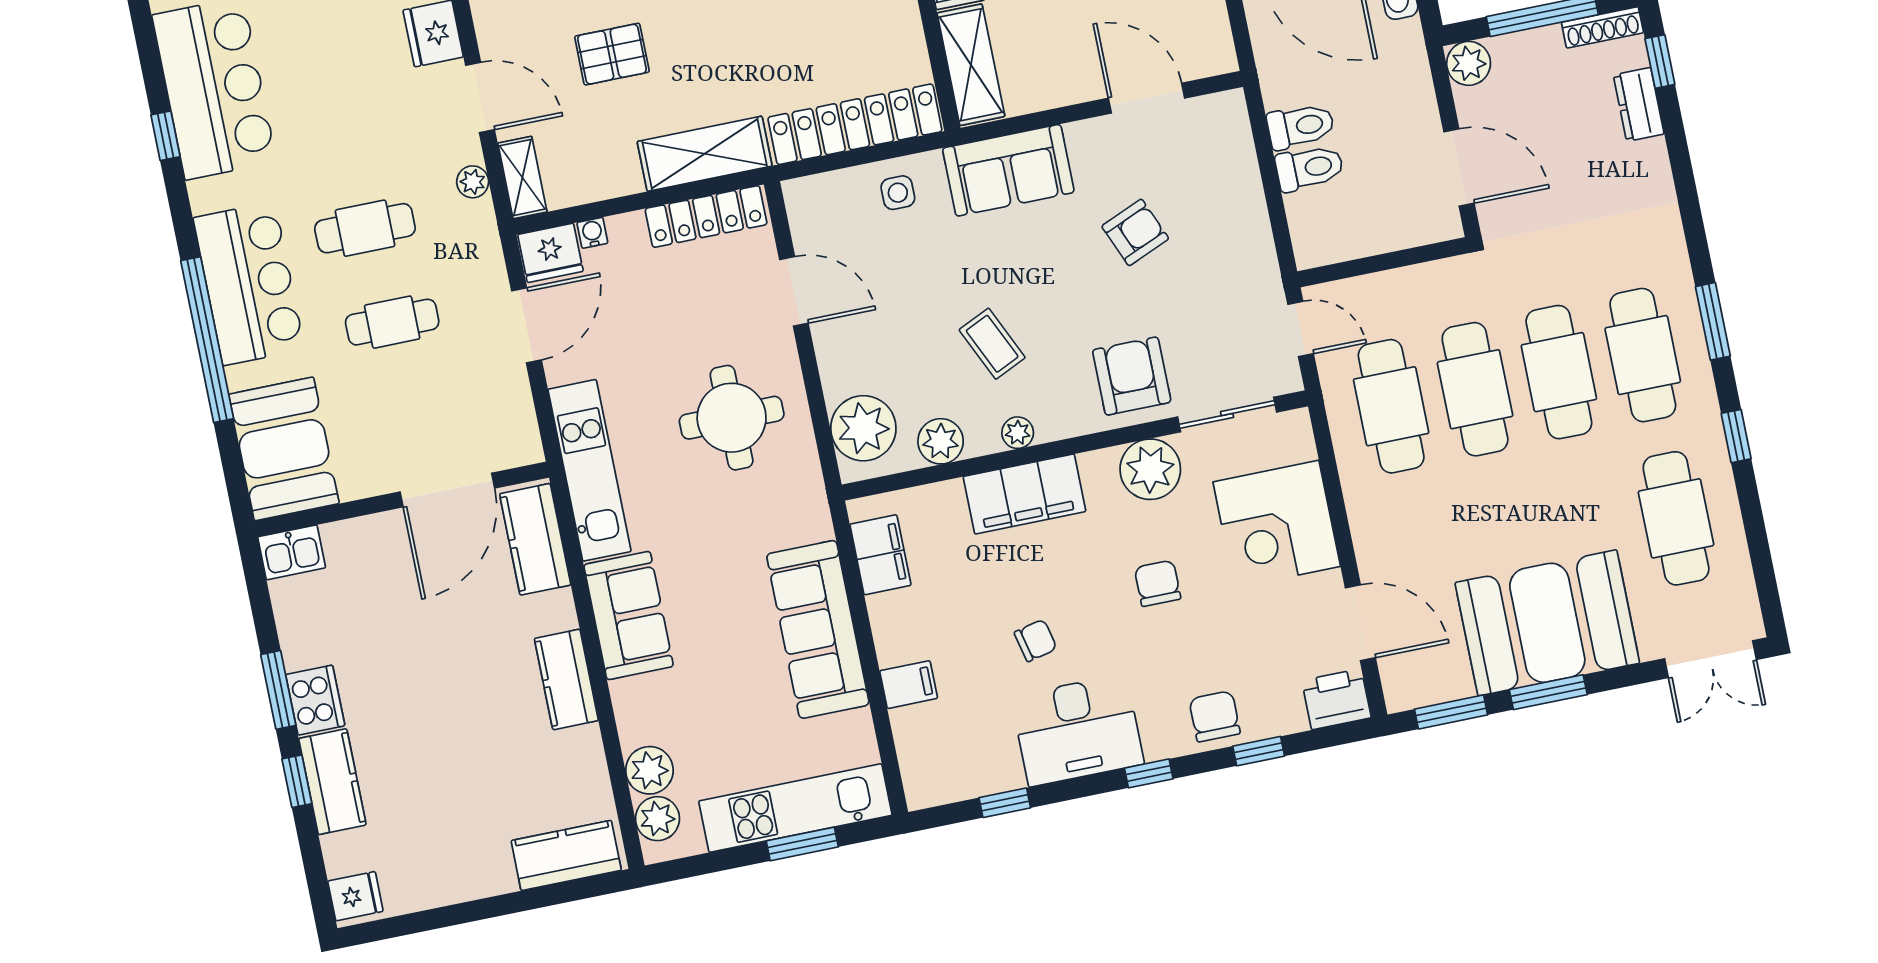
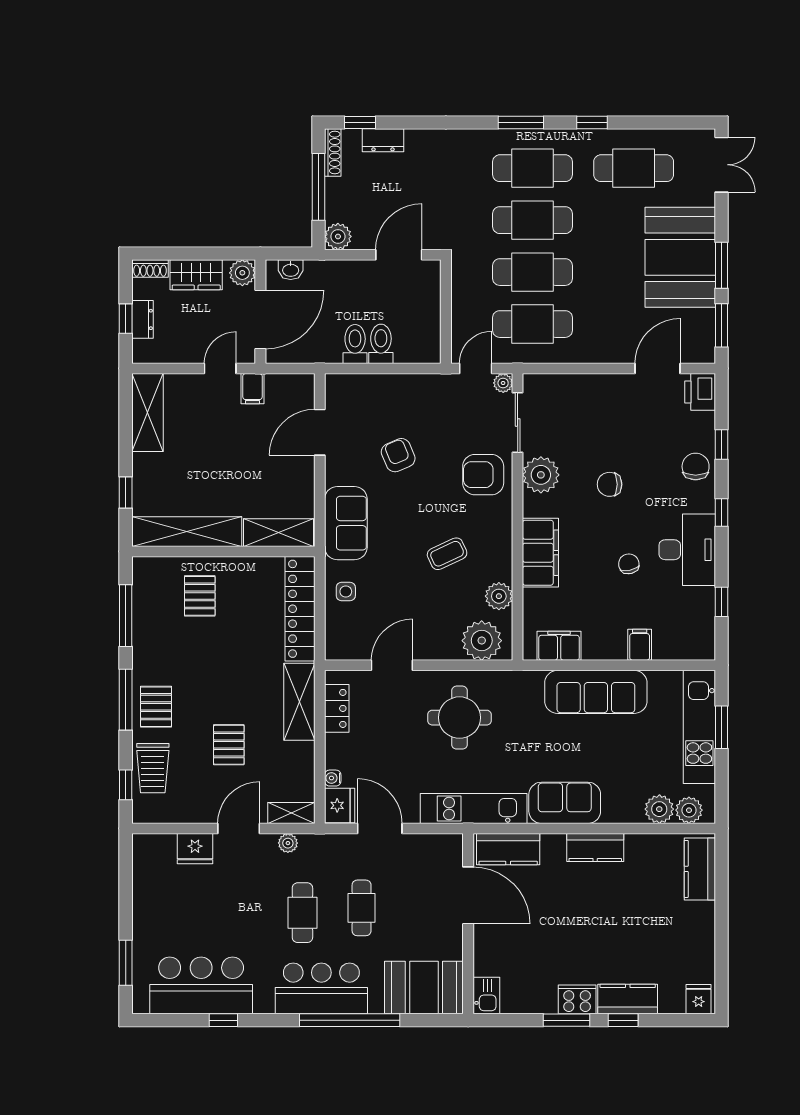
locker: (706, 216) -> (337, 708), width x0.66
plant: (1018, 433) -> (503, 383), moved
corner desk: (1277, 524) -> (589, 406), removed
chair: (1215, 716) -> (696, 466), turned 90

